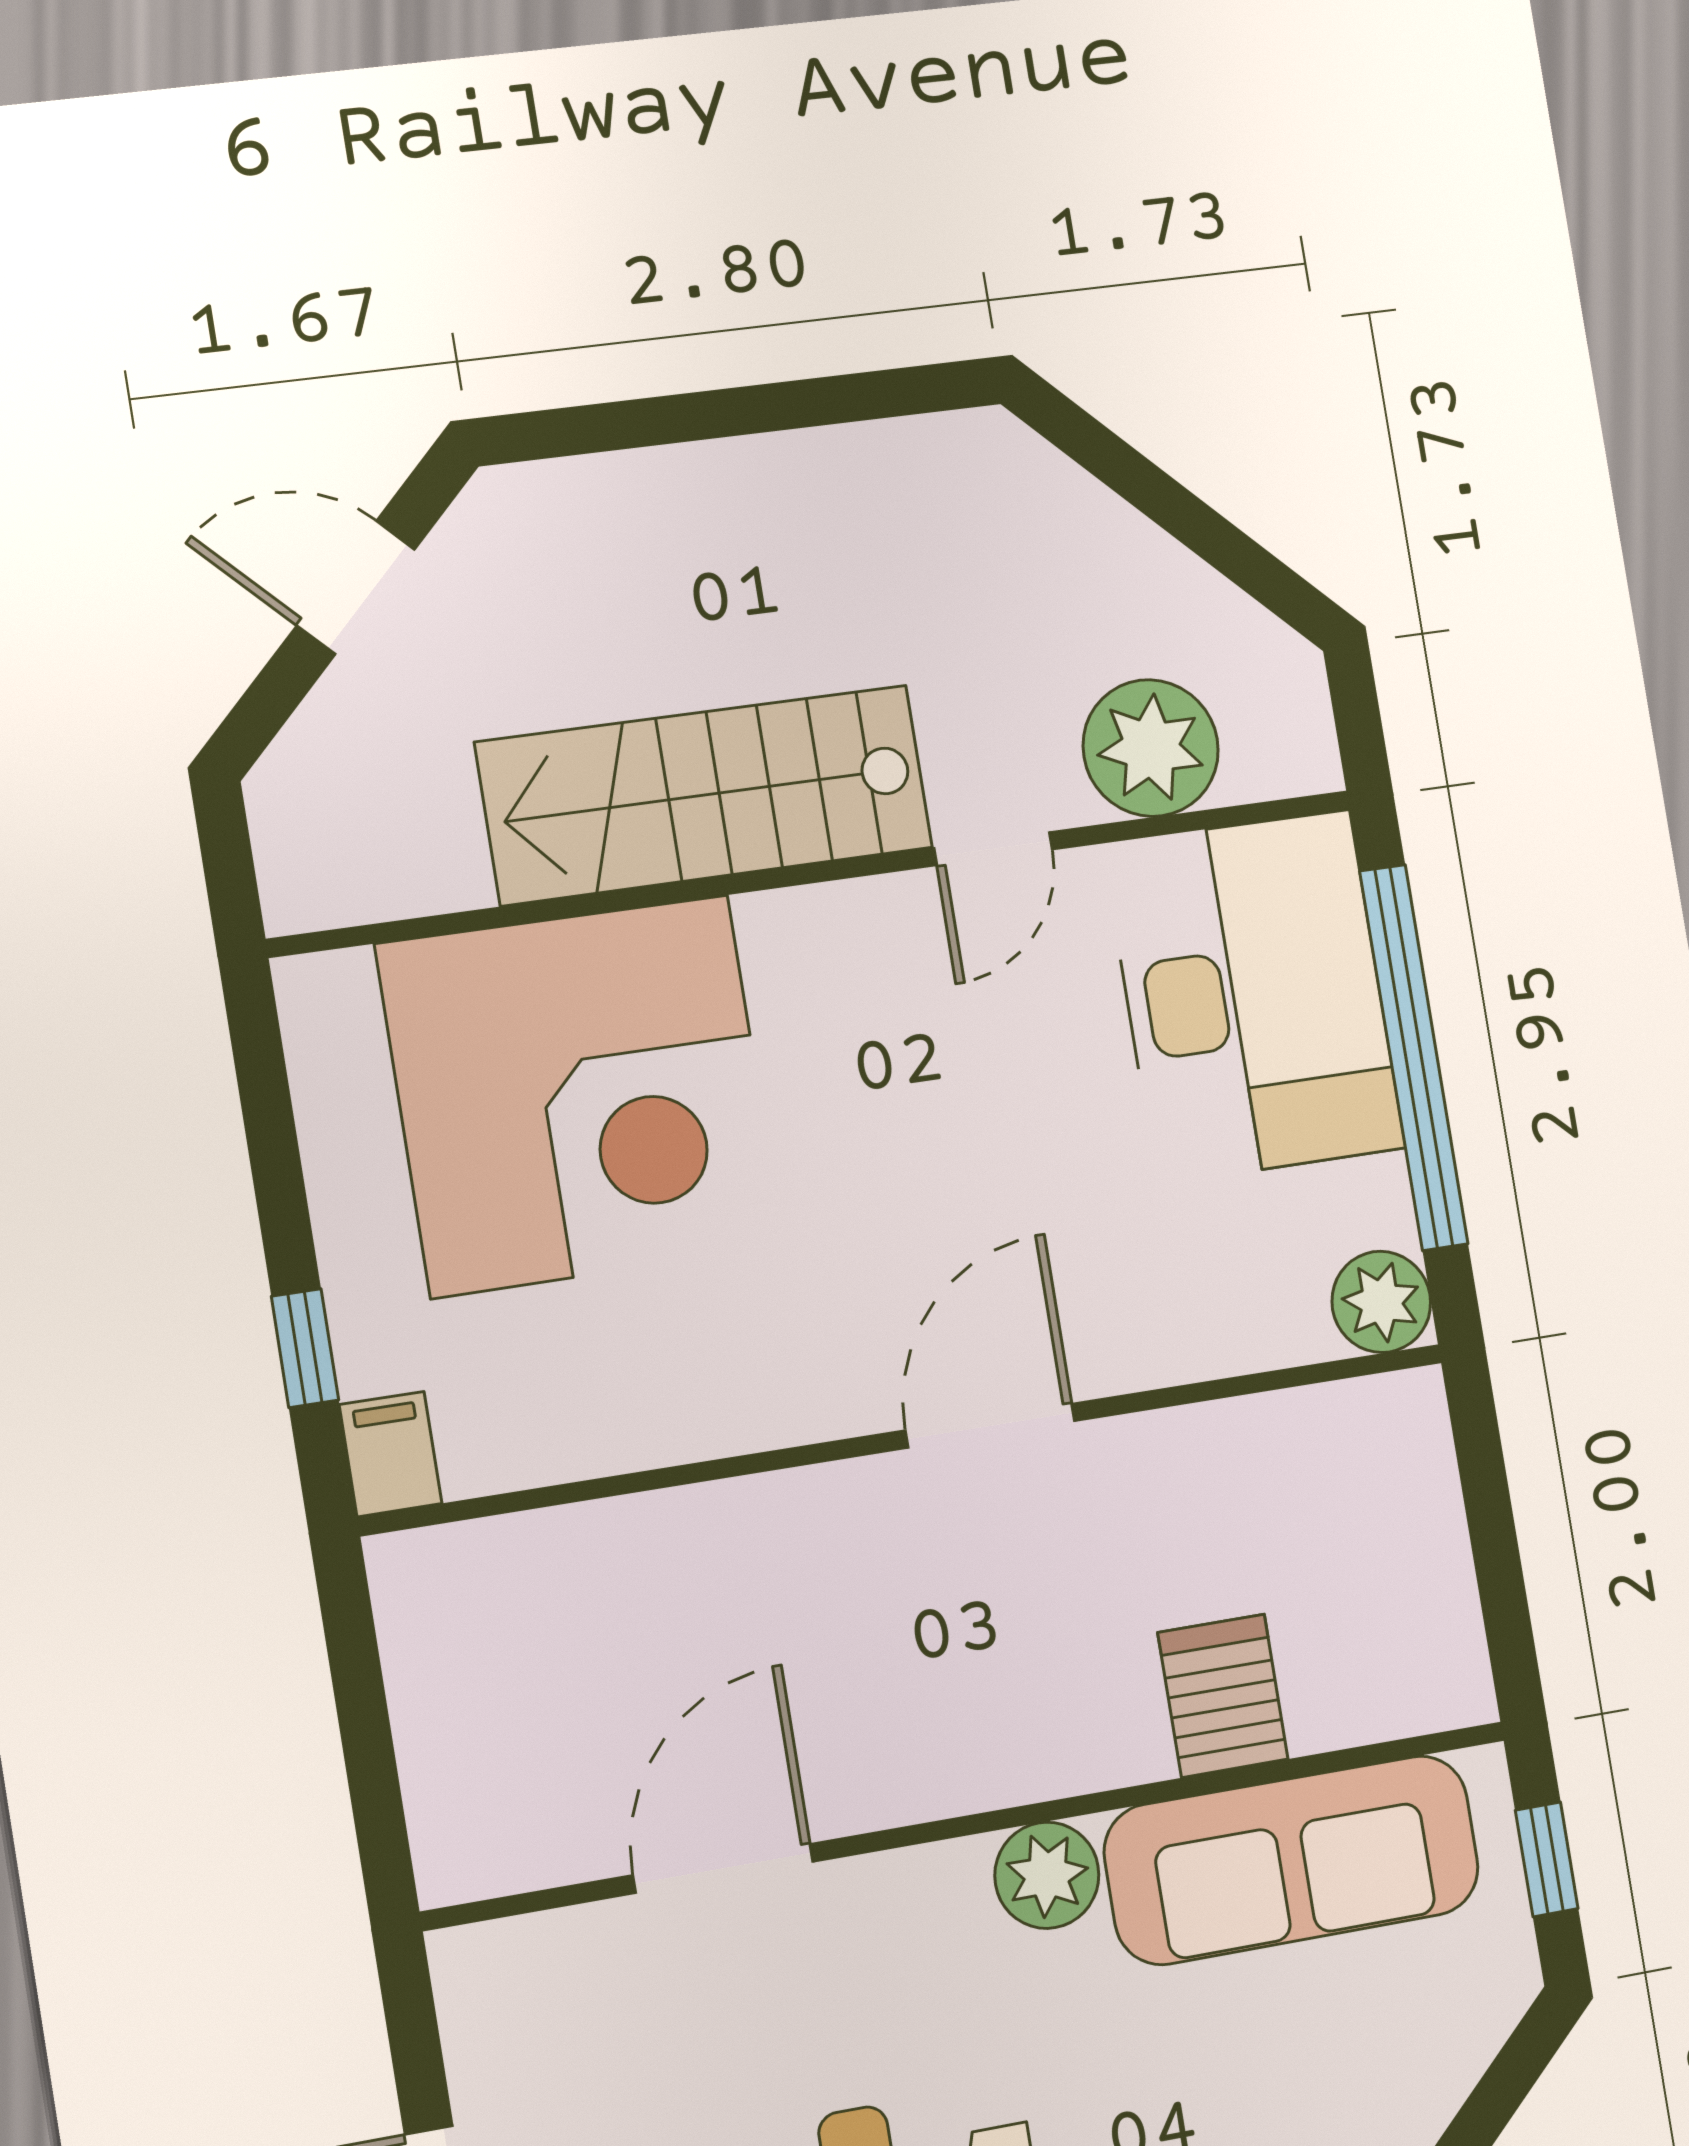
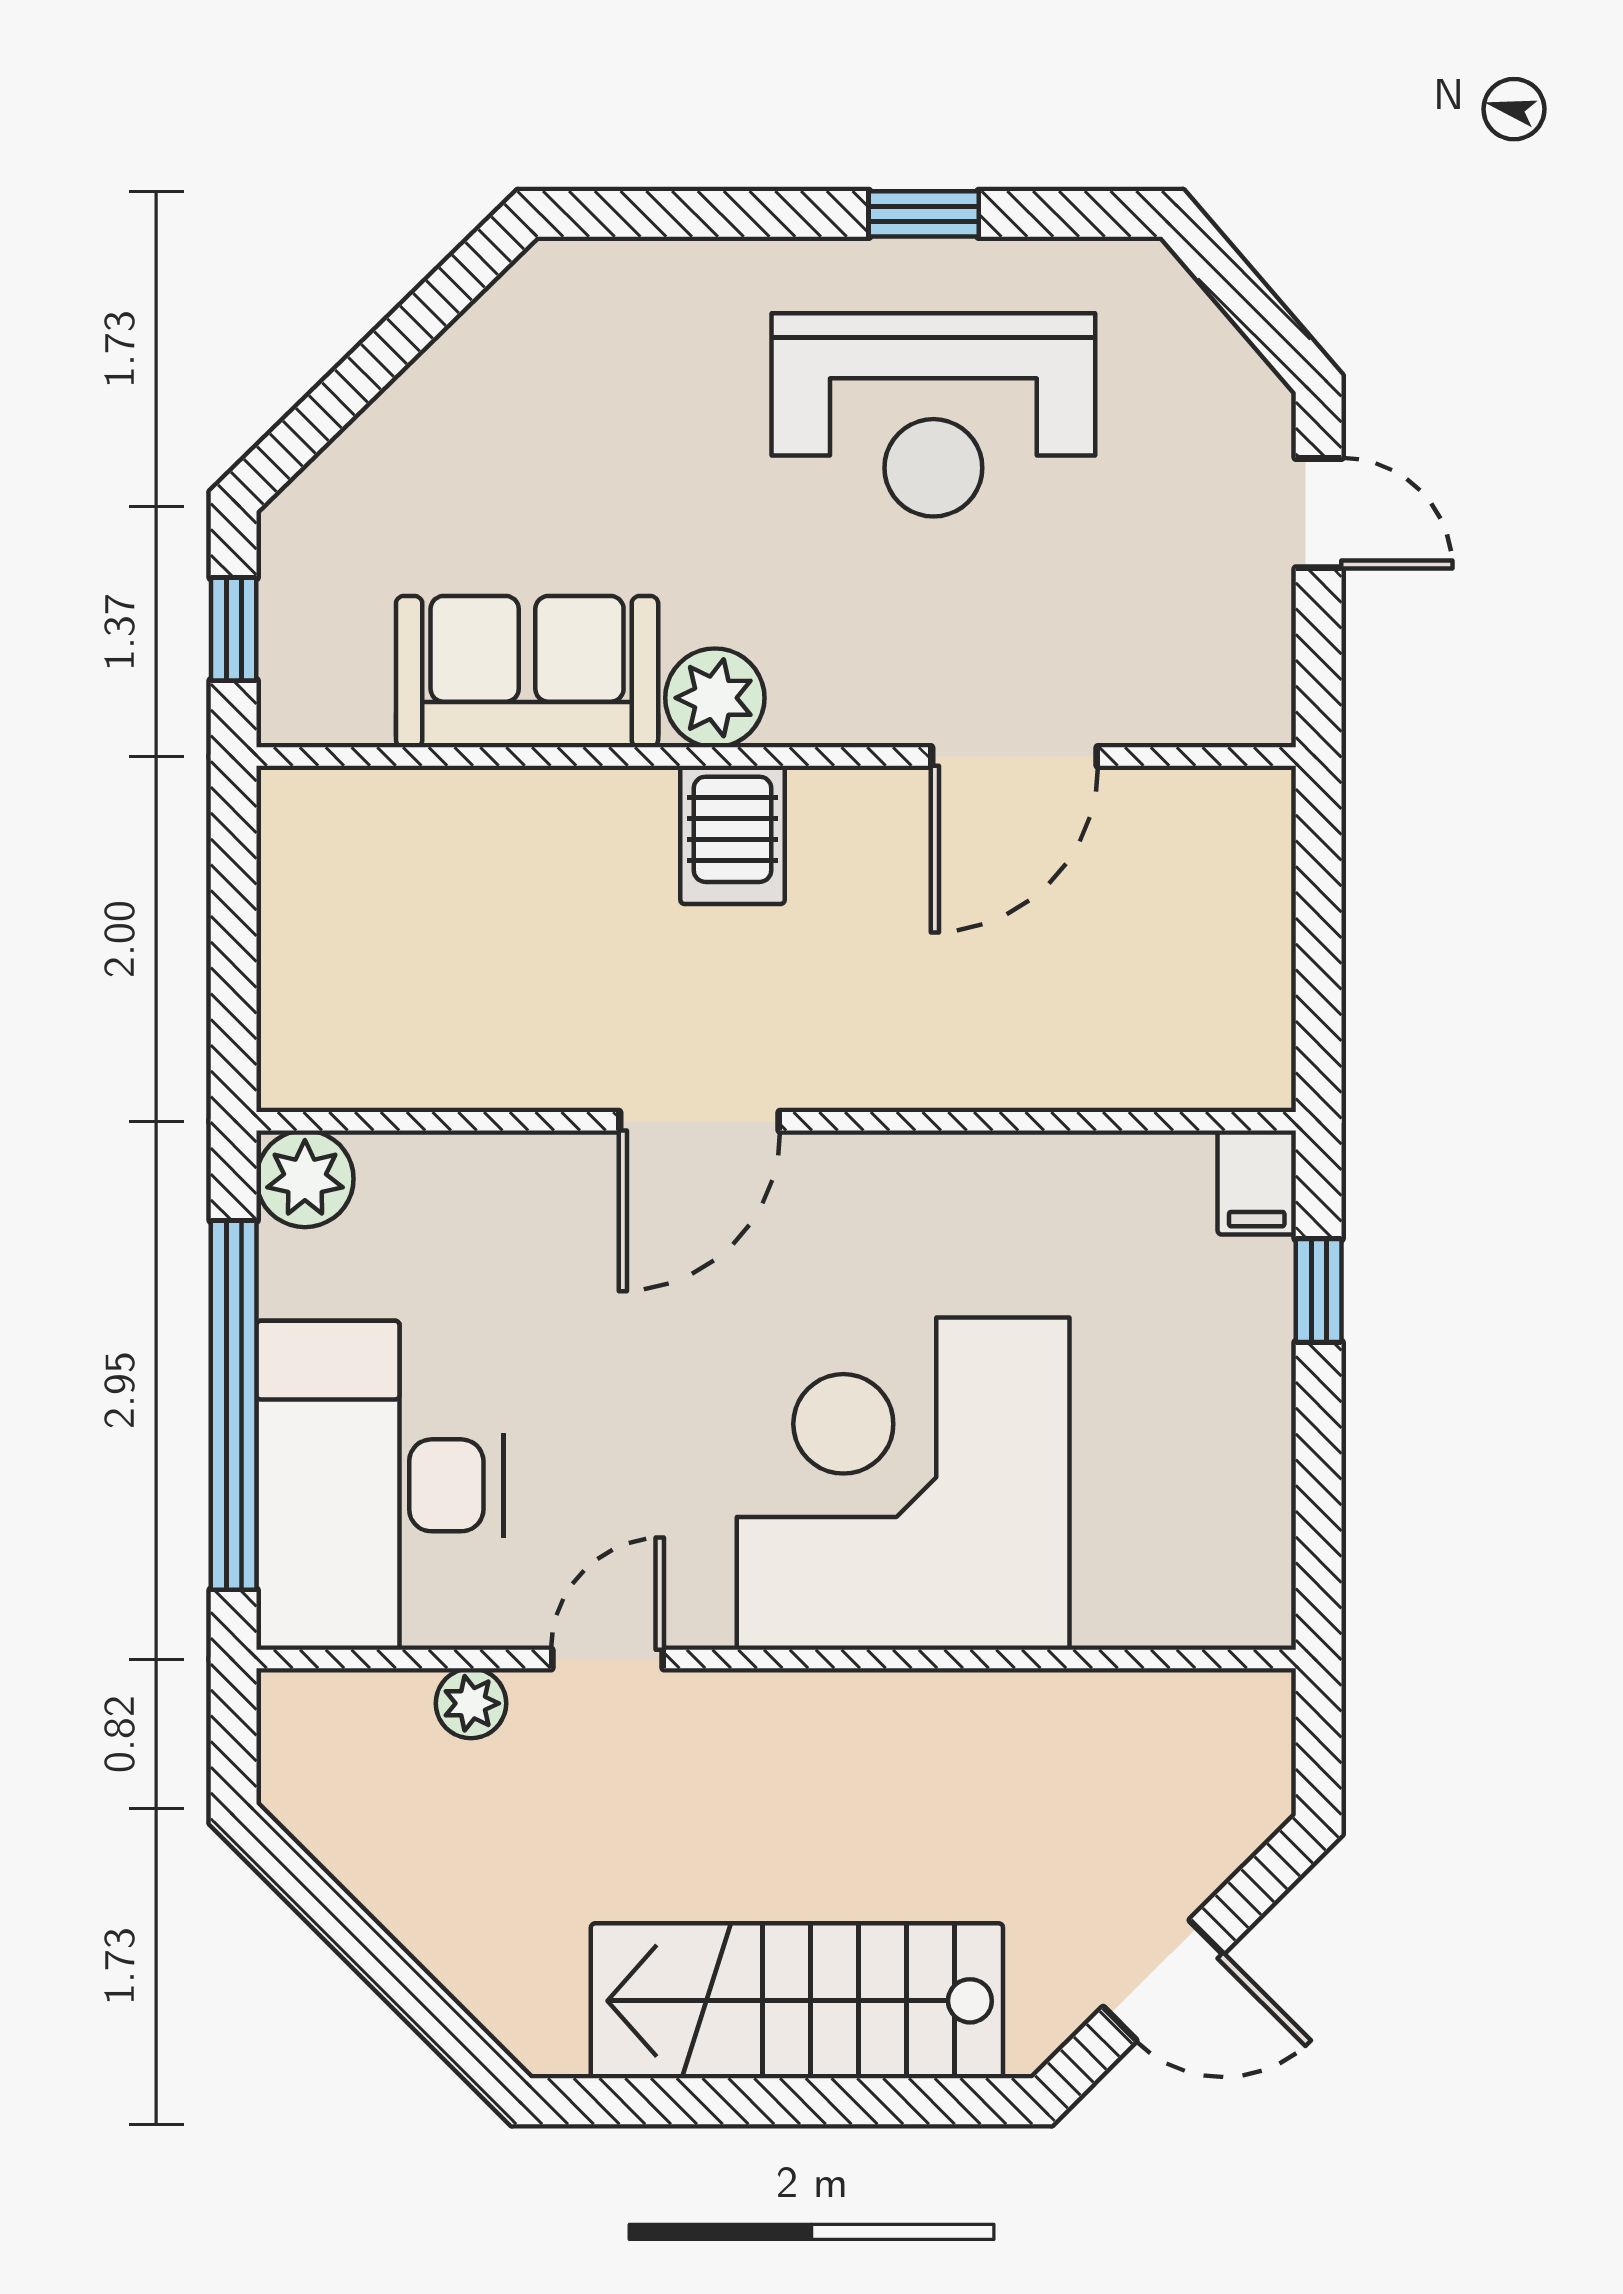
plant: (1151, 748) -> (471, 1703), width x0.53, depth x0.53
stairs: (705, 795) -> (797, 2001), moved, turned 180
corner desk: (580, 1096) -> (903, 1484), moved
server rack: (1223, 1696) -> (733, 835), moved
sofa: (1292, 1860) -> (527, 672), width x0.73

